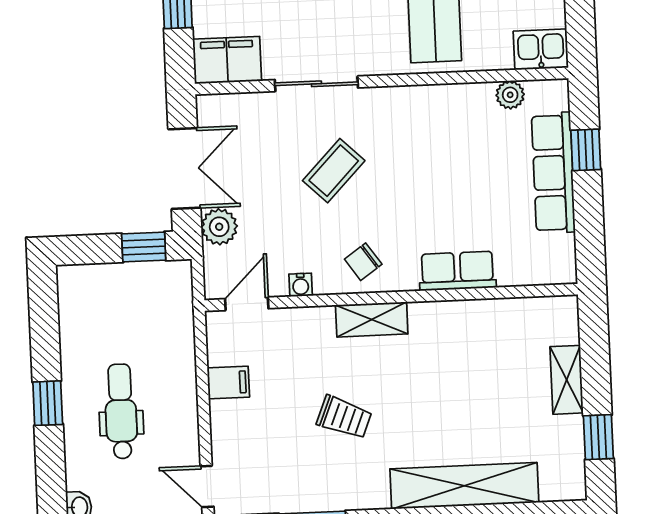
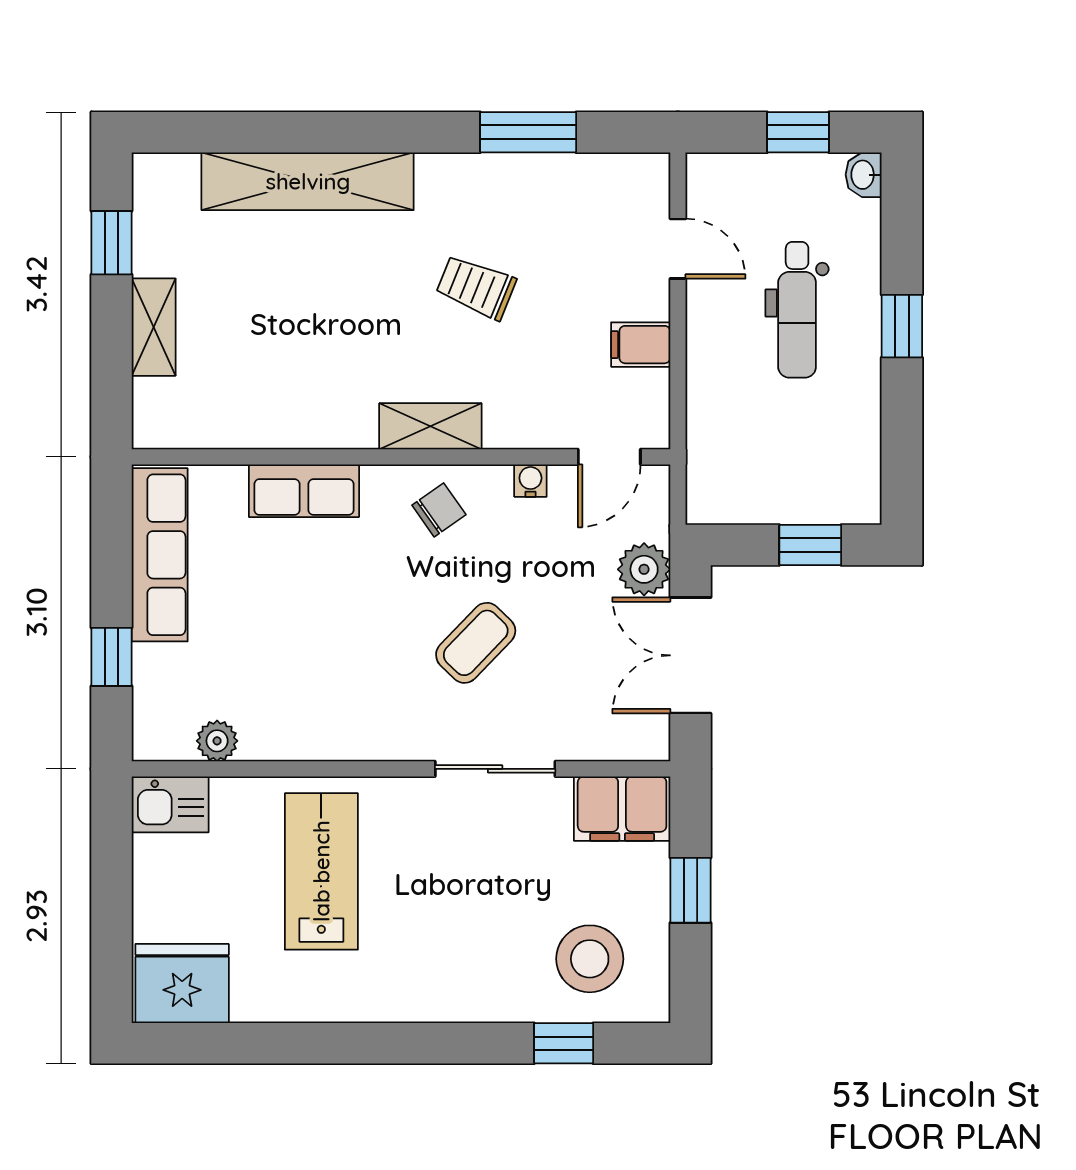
row of seats: (553, 173) -> (160, 555), moved
window: (144, 247) -> (810, 545), moved
door: (207, 487) -> (678, 249), moved

